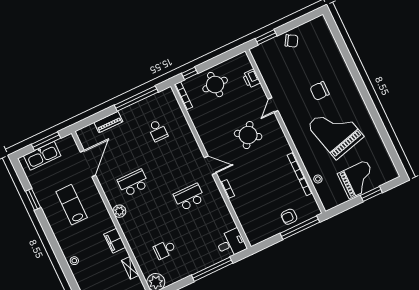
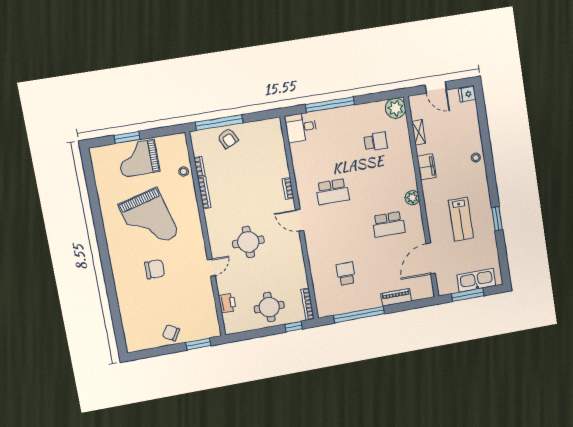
round table: (248, 135) -> (248, 242), turned -34
window: (33, 199) -> (497, 219), moved
armchair: (289, 217) -> (228, 138), turned 65

